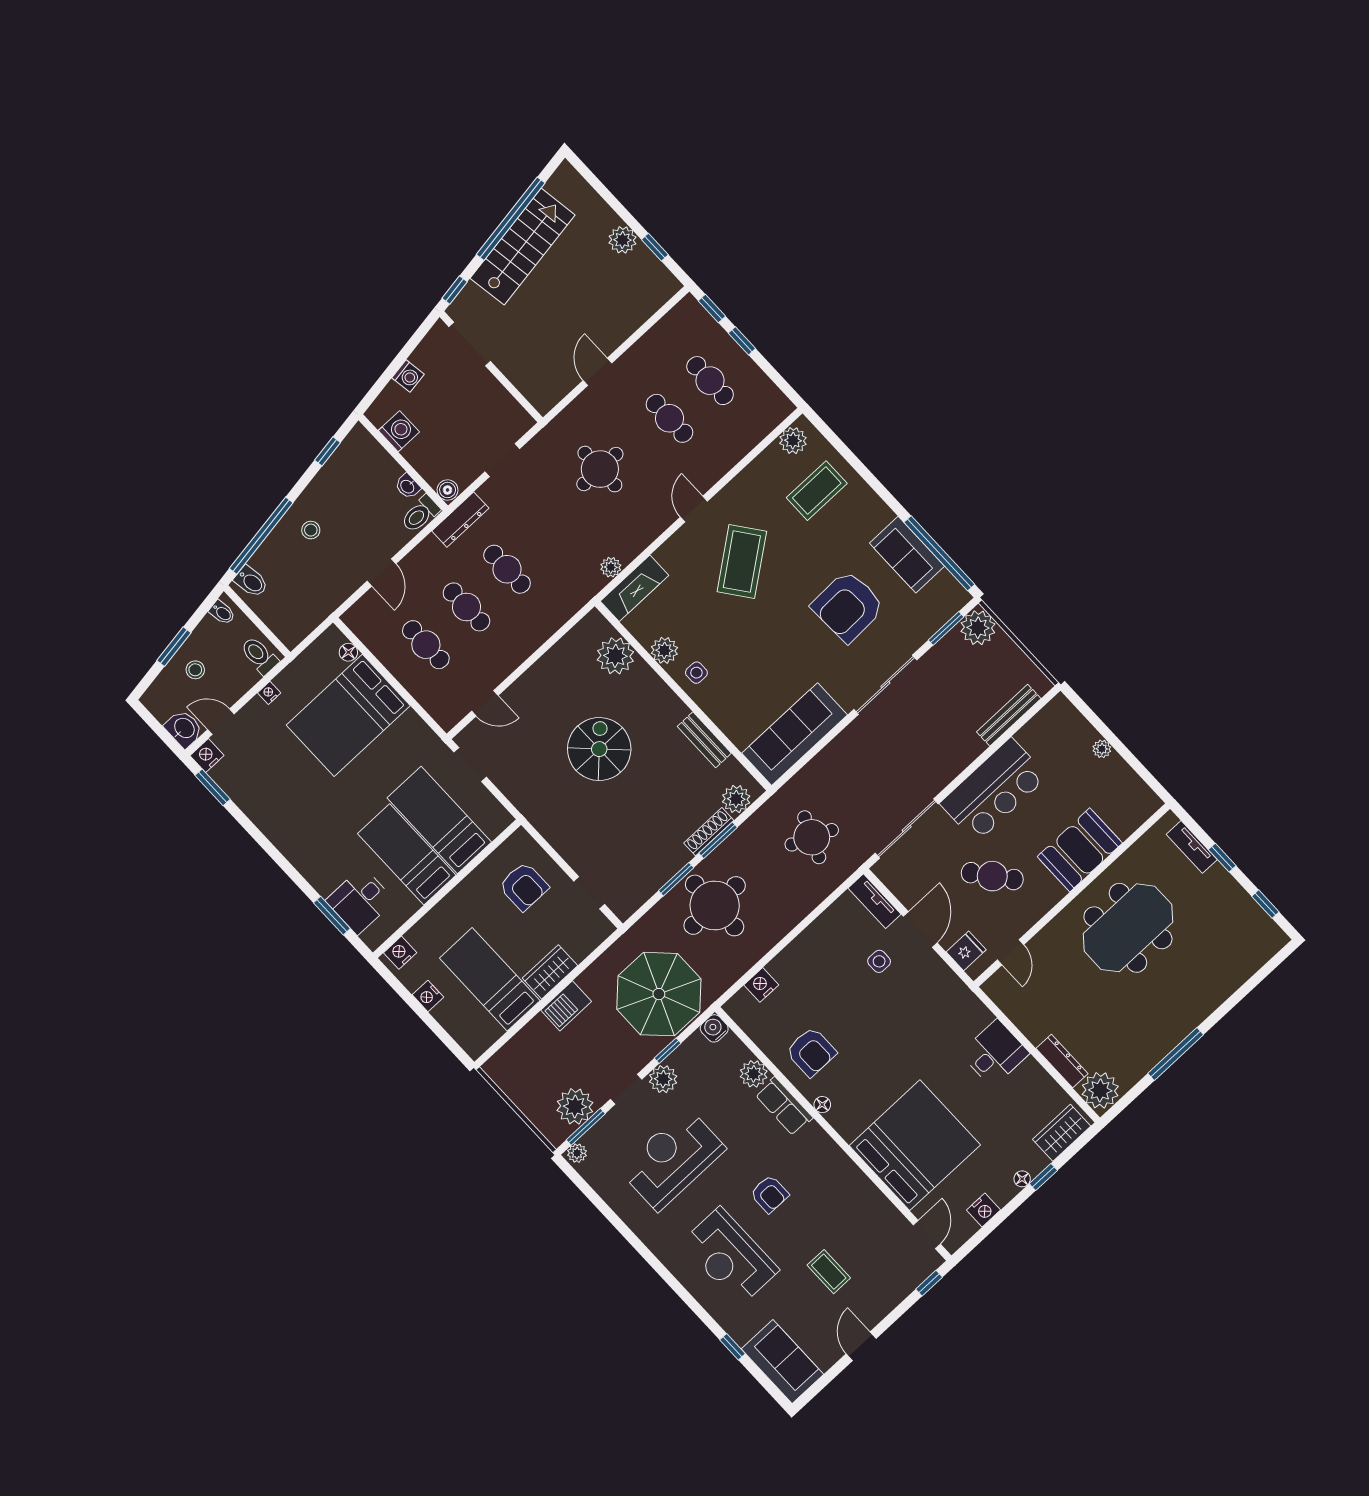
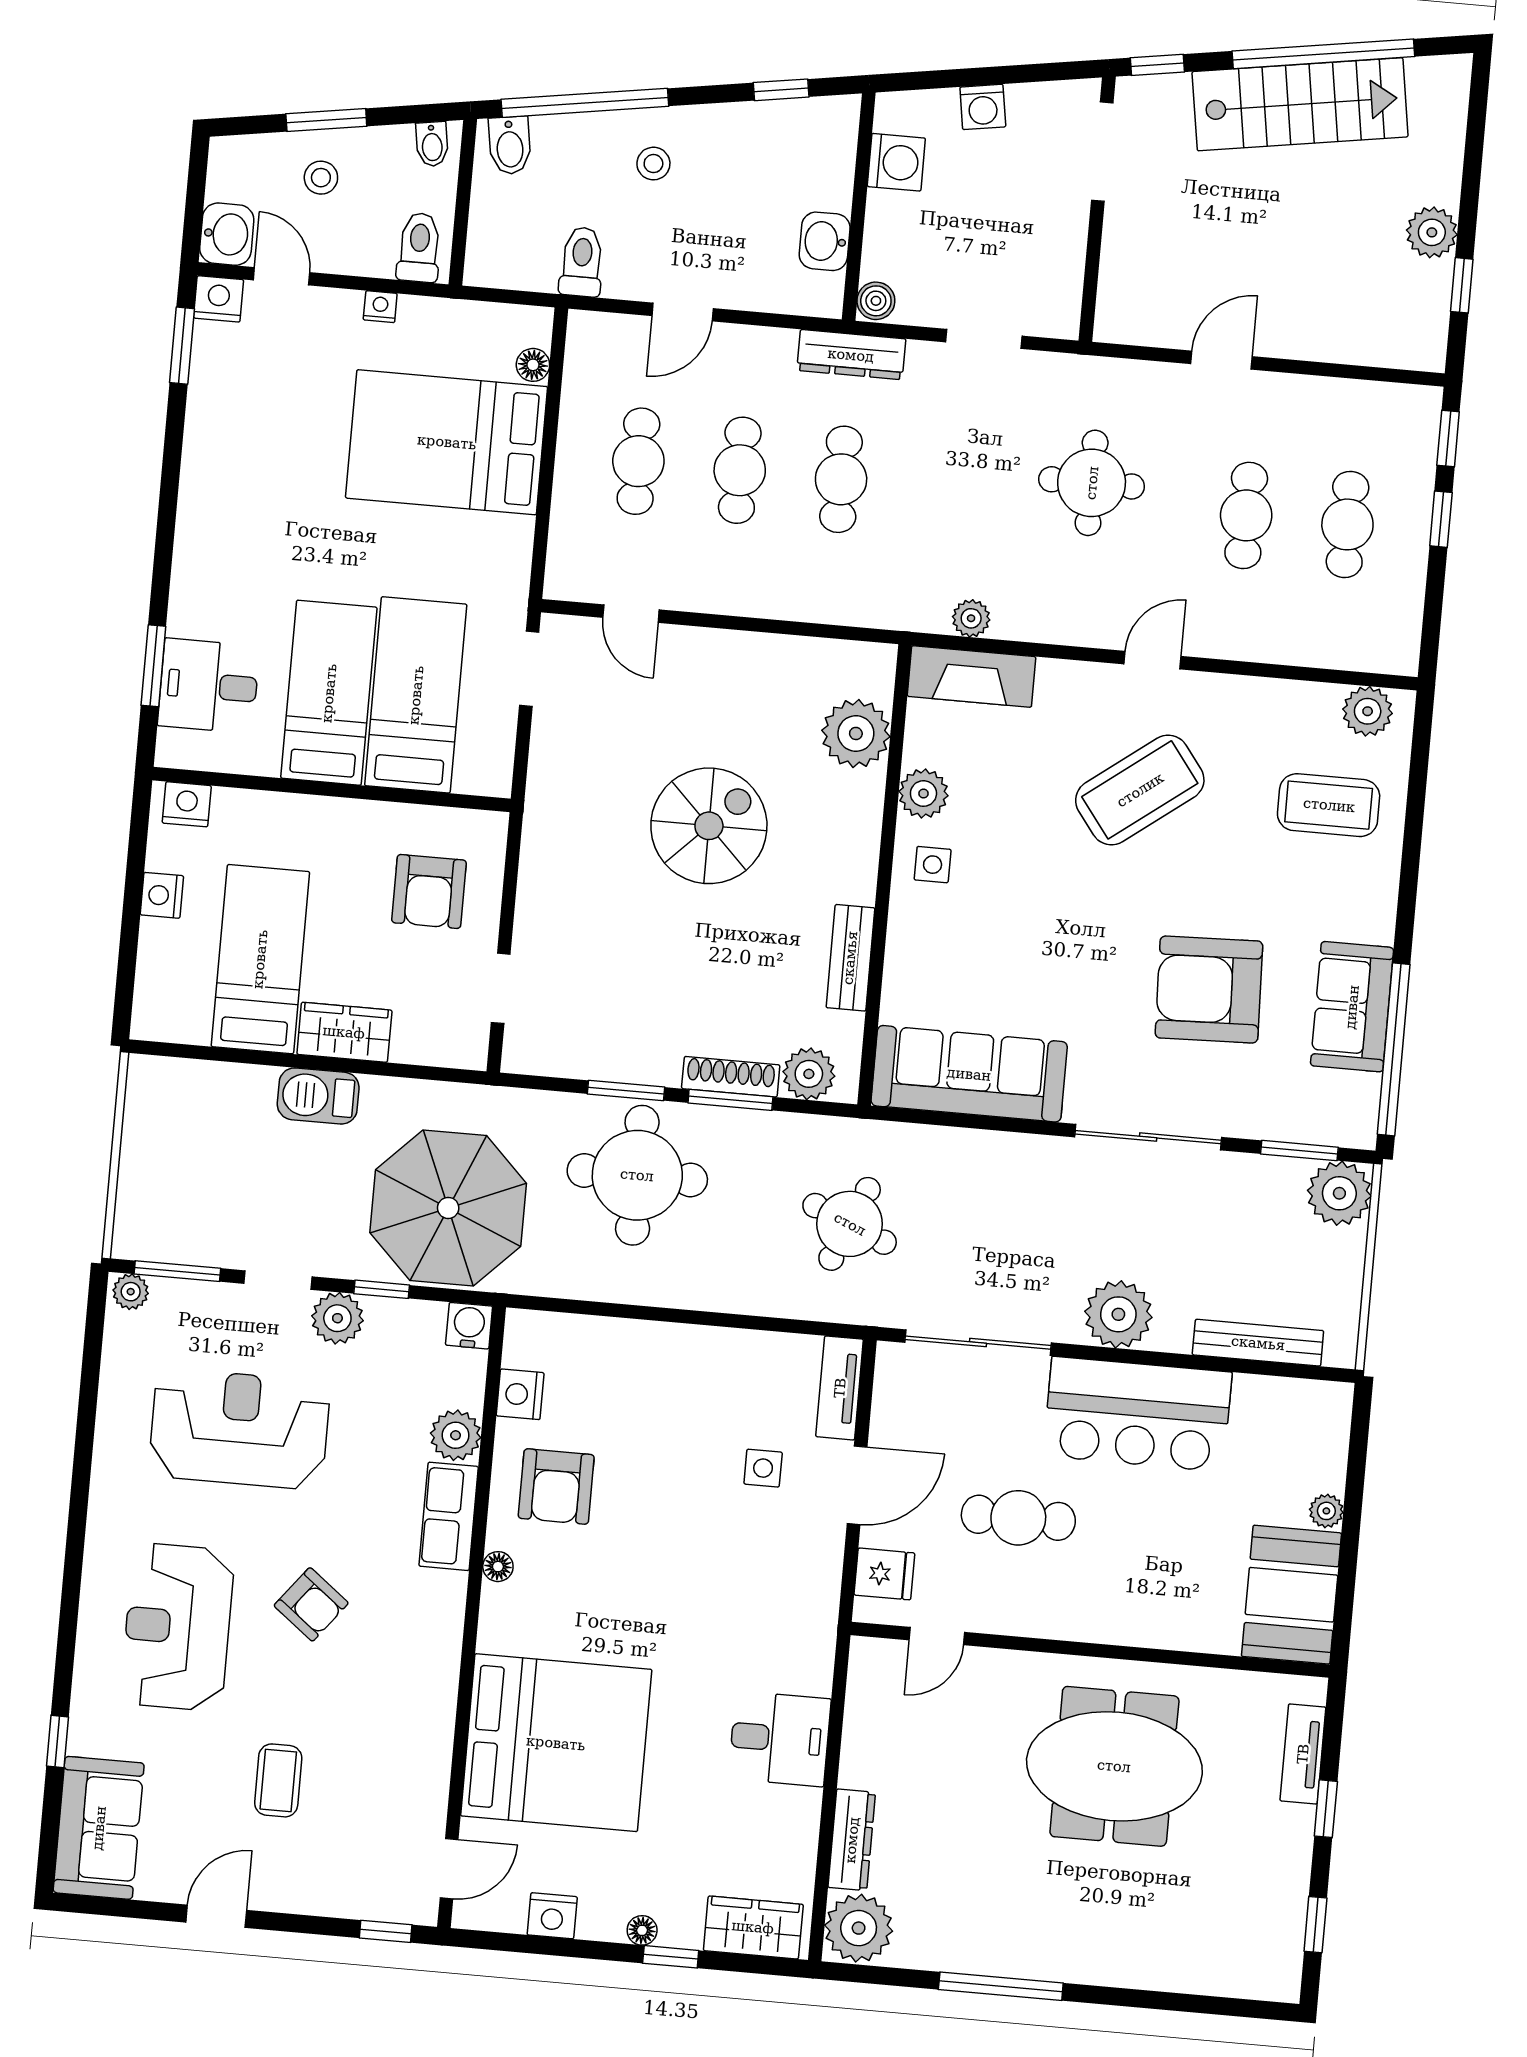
washbasin: (408, 486) -> (825, 241), width x1.38, depth x1.45
toilet: (420, 514) -> (582, 262), moved, turned 90
booth: (1080, 850) -> (1291, 1595), moved, turned 90
cafe table: (992, 876) -> (1018, 1518), turned -52
nightstand: (761, 985) -> (520, 1394), moved, turned -90
plant: (575, 1106) -> (1118, 1314), moved
armchair: (769, 1194) -> (311, 1604), turned -52

